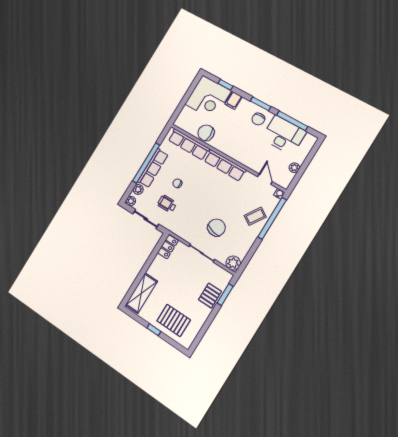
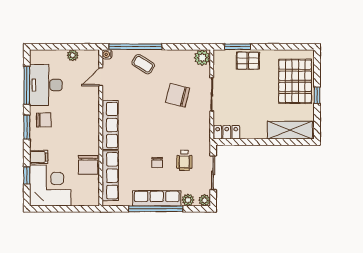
pallet: (174, 320) -> (295, 81), width x1.37, depth x1.41

